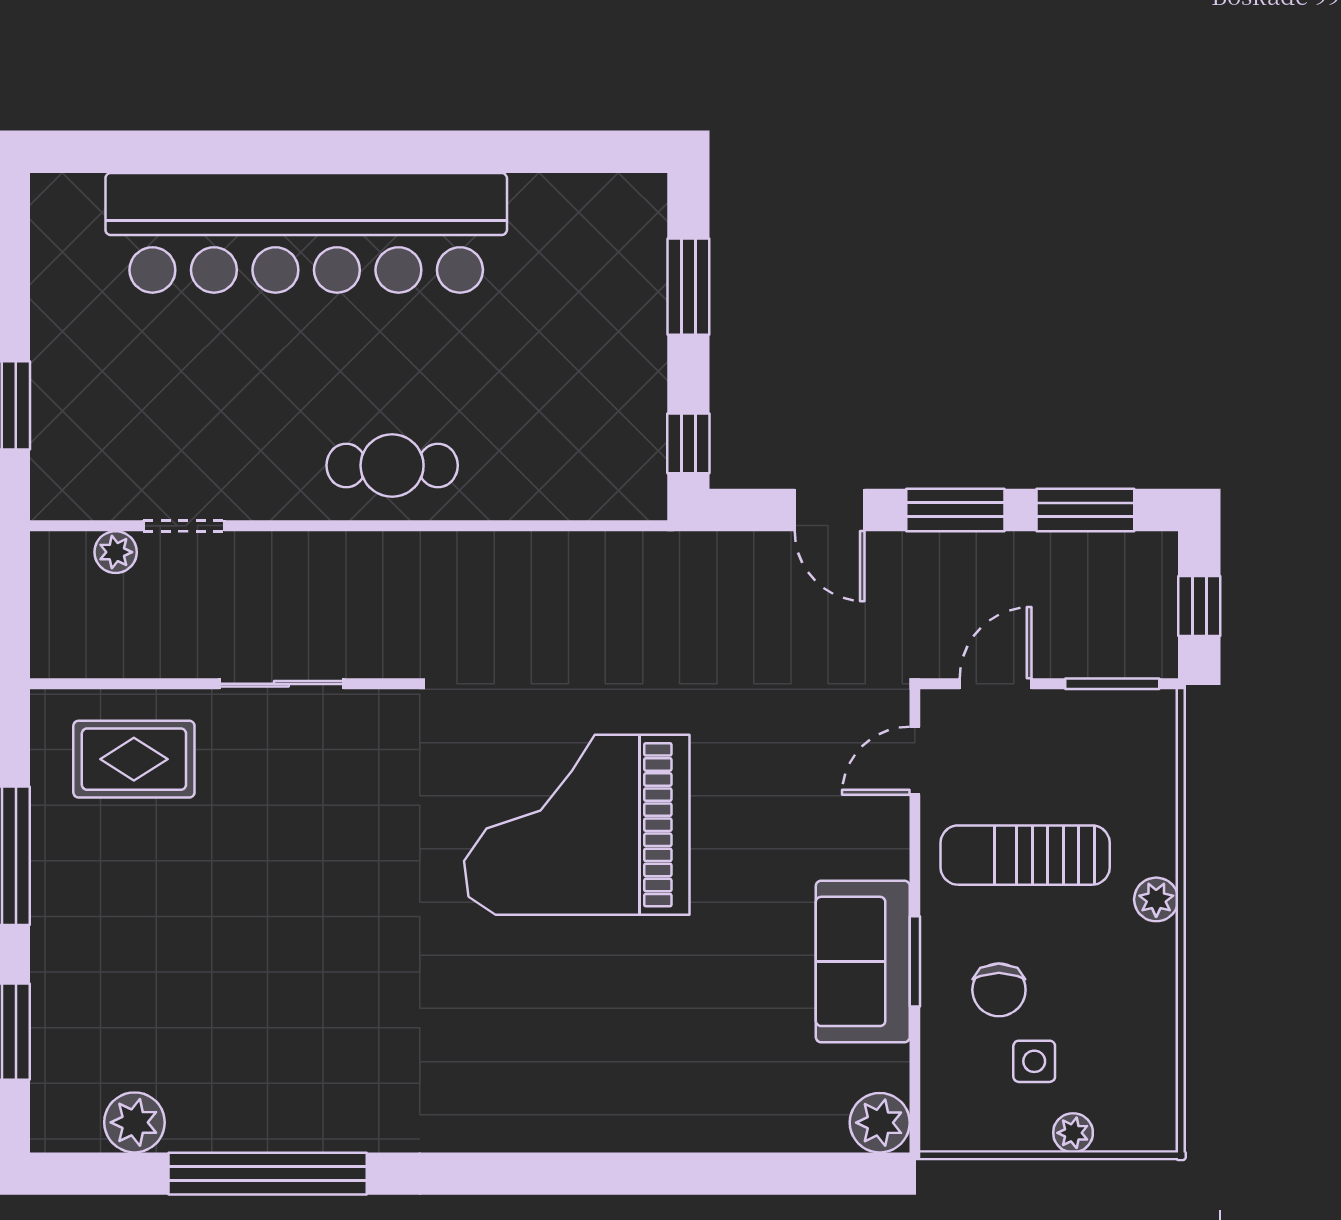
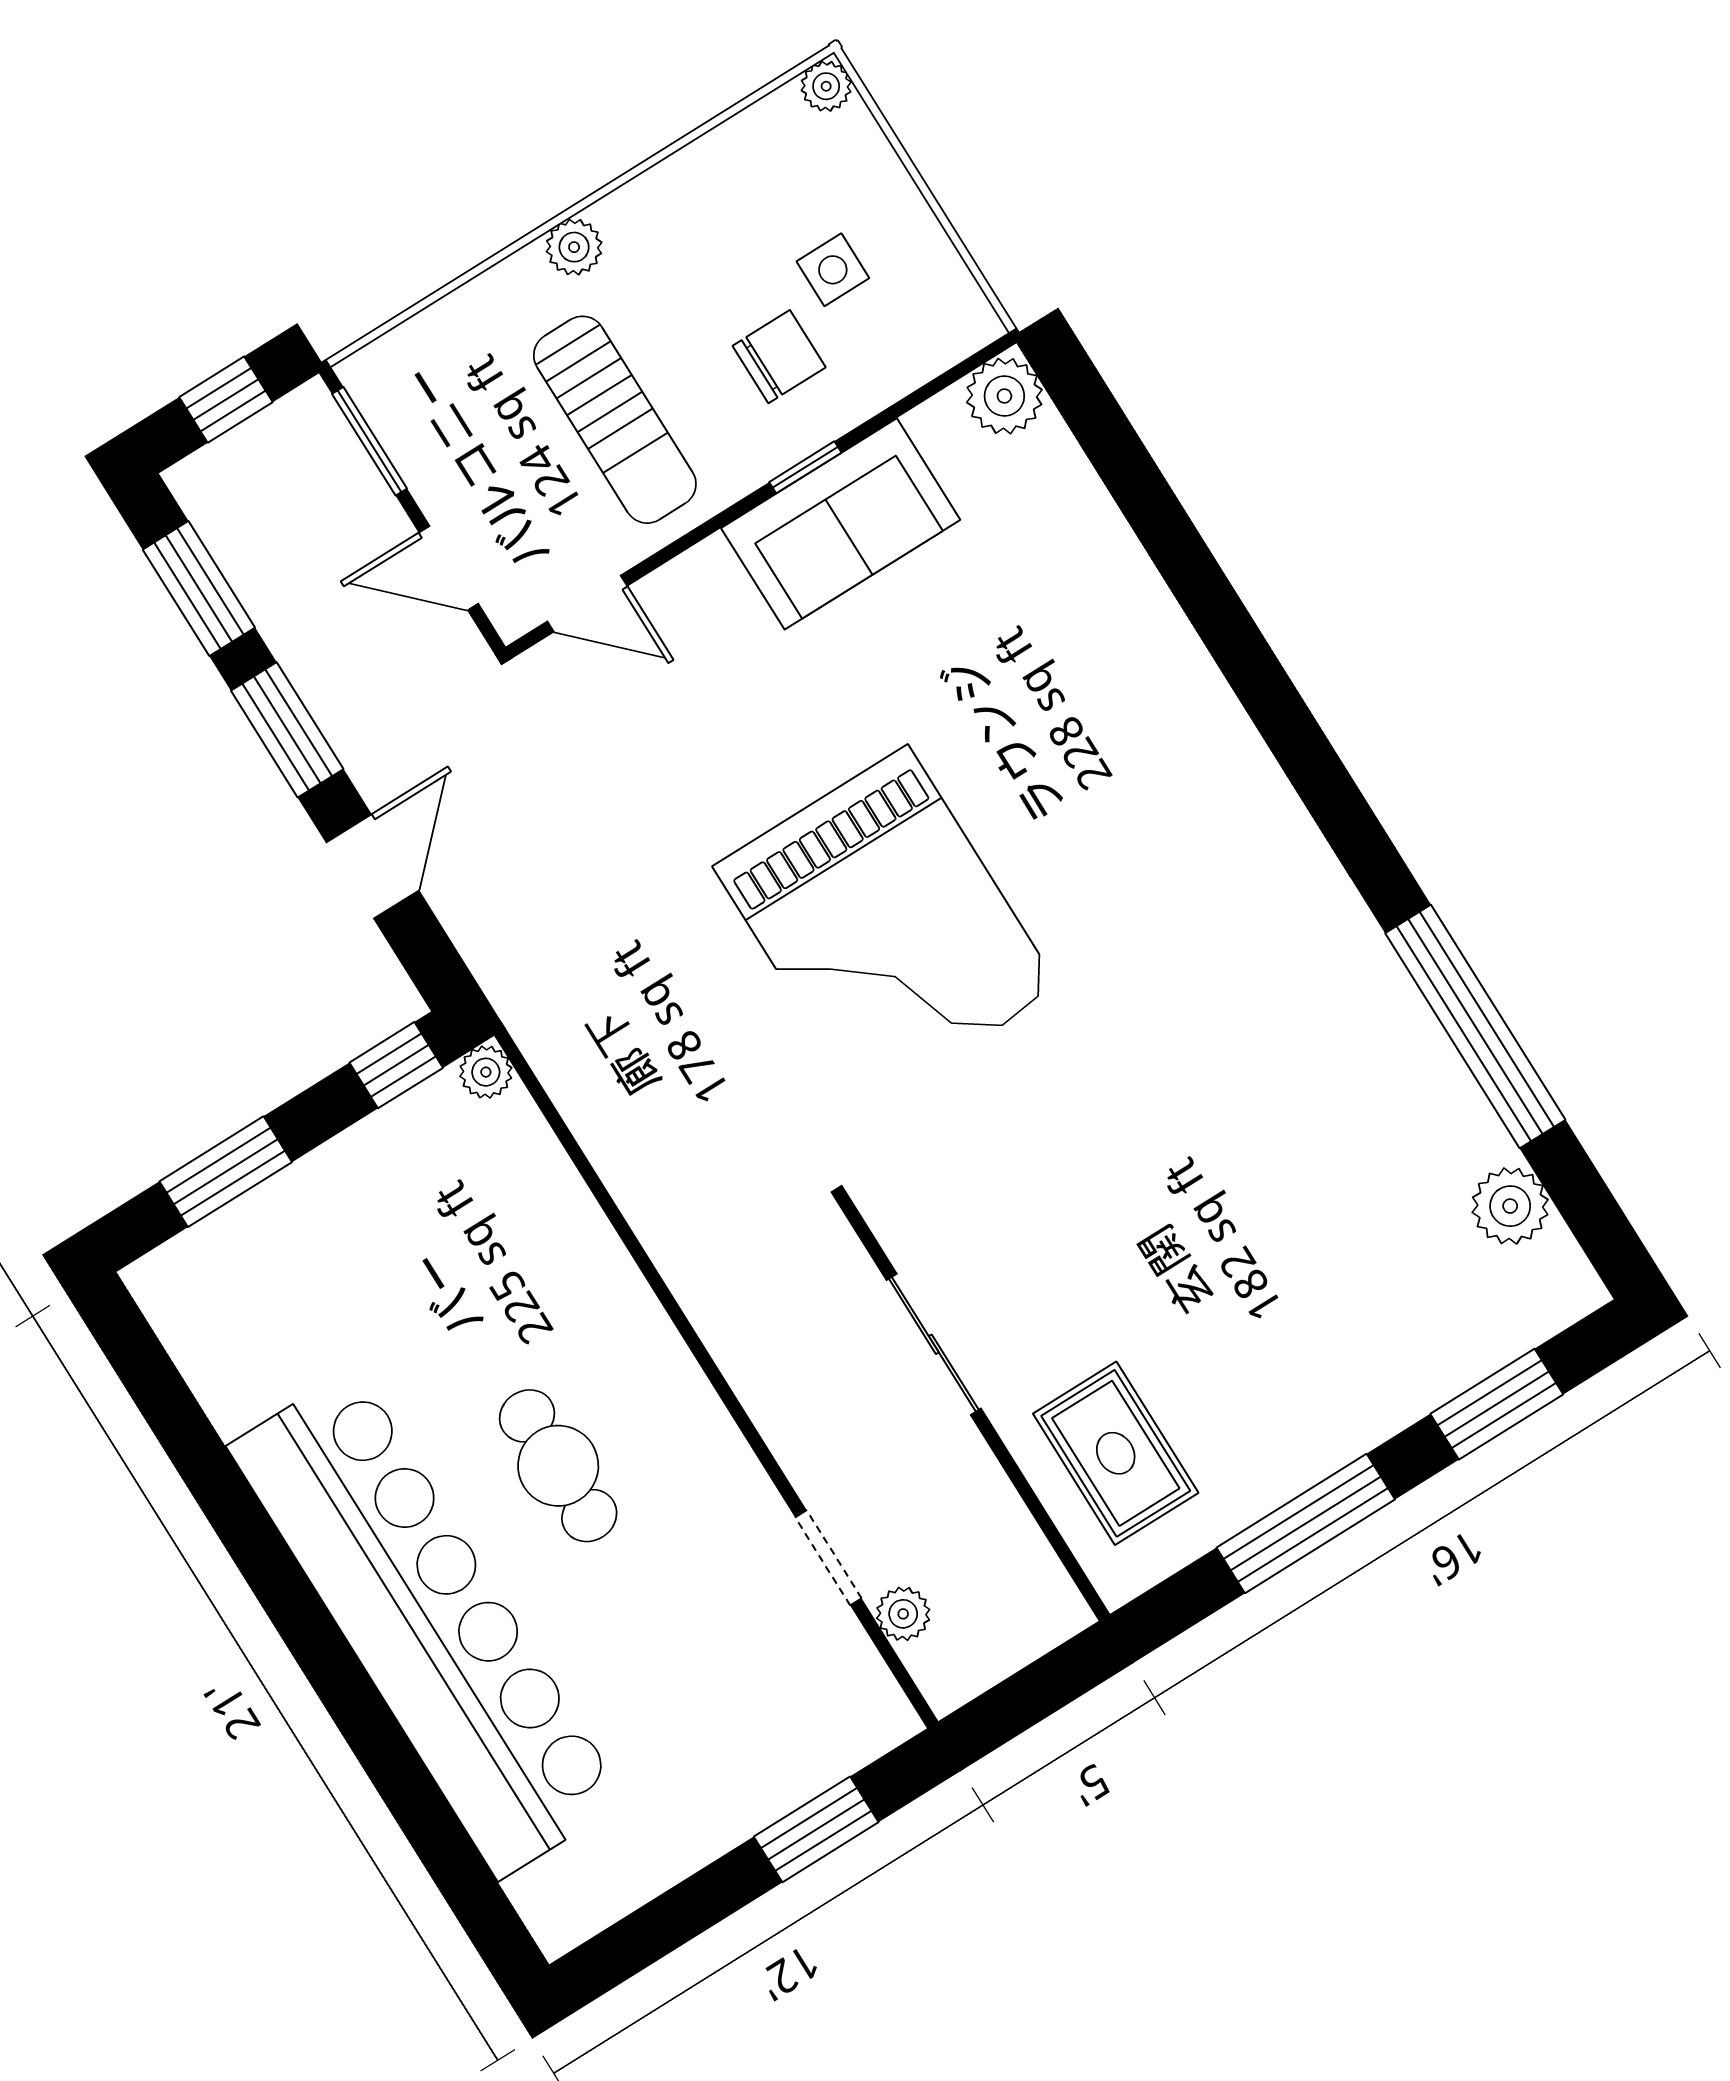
cafe table: (392, 465) -> (558, 1466), moved
plant: (647, 500) -> (486, 1072), added
window: (915, 961) -> (805, 467), width x0.67
plant: (1073, 1133) -> (826, 86), moved

